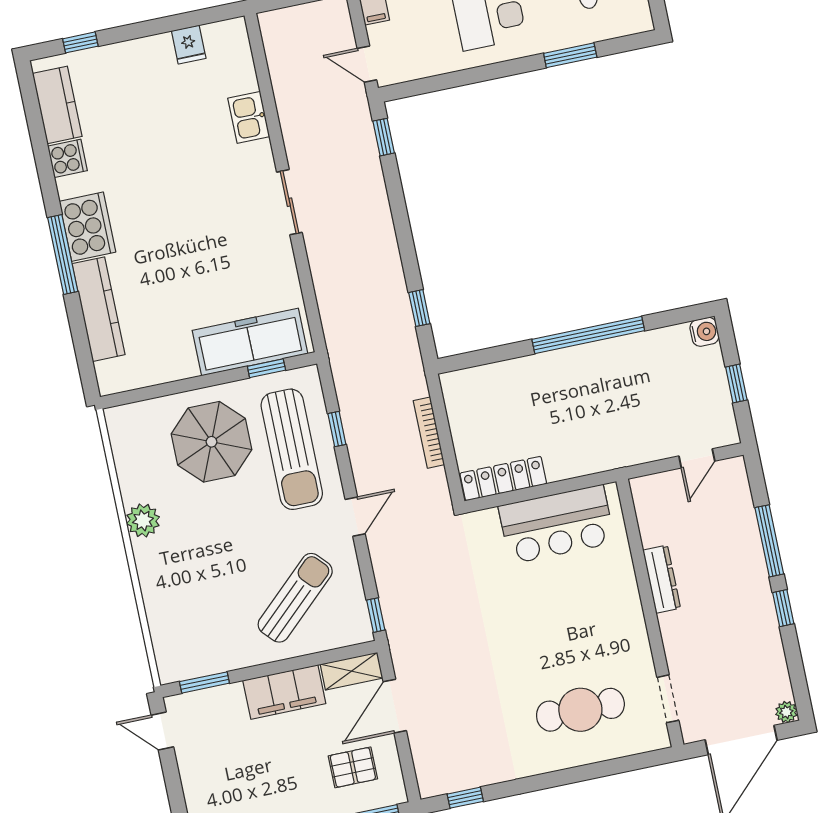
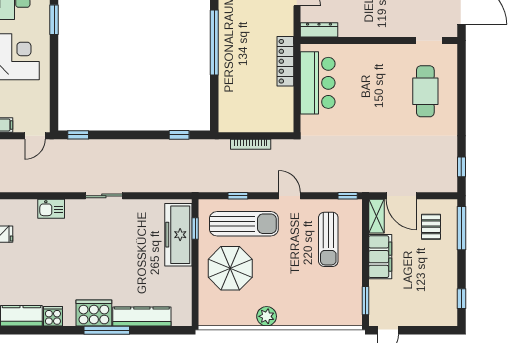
locker: (503, 478) -> (285, 61), moved
dresser: (662, 579) -> (319, 30), moved
sun lounger: (295, 598) -> (328, 239), turned -137

